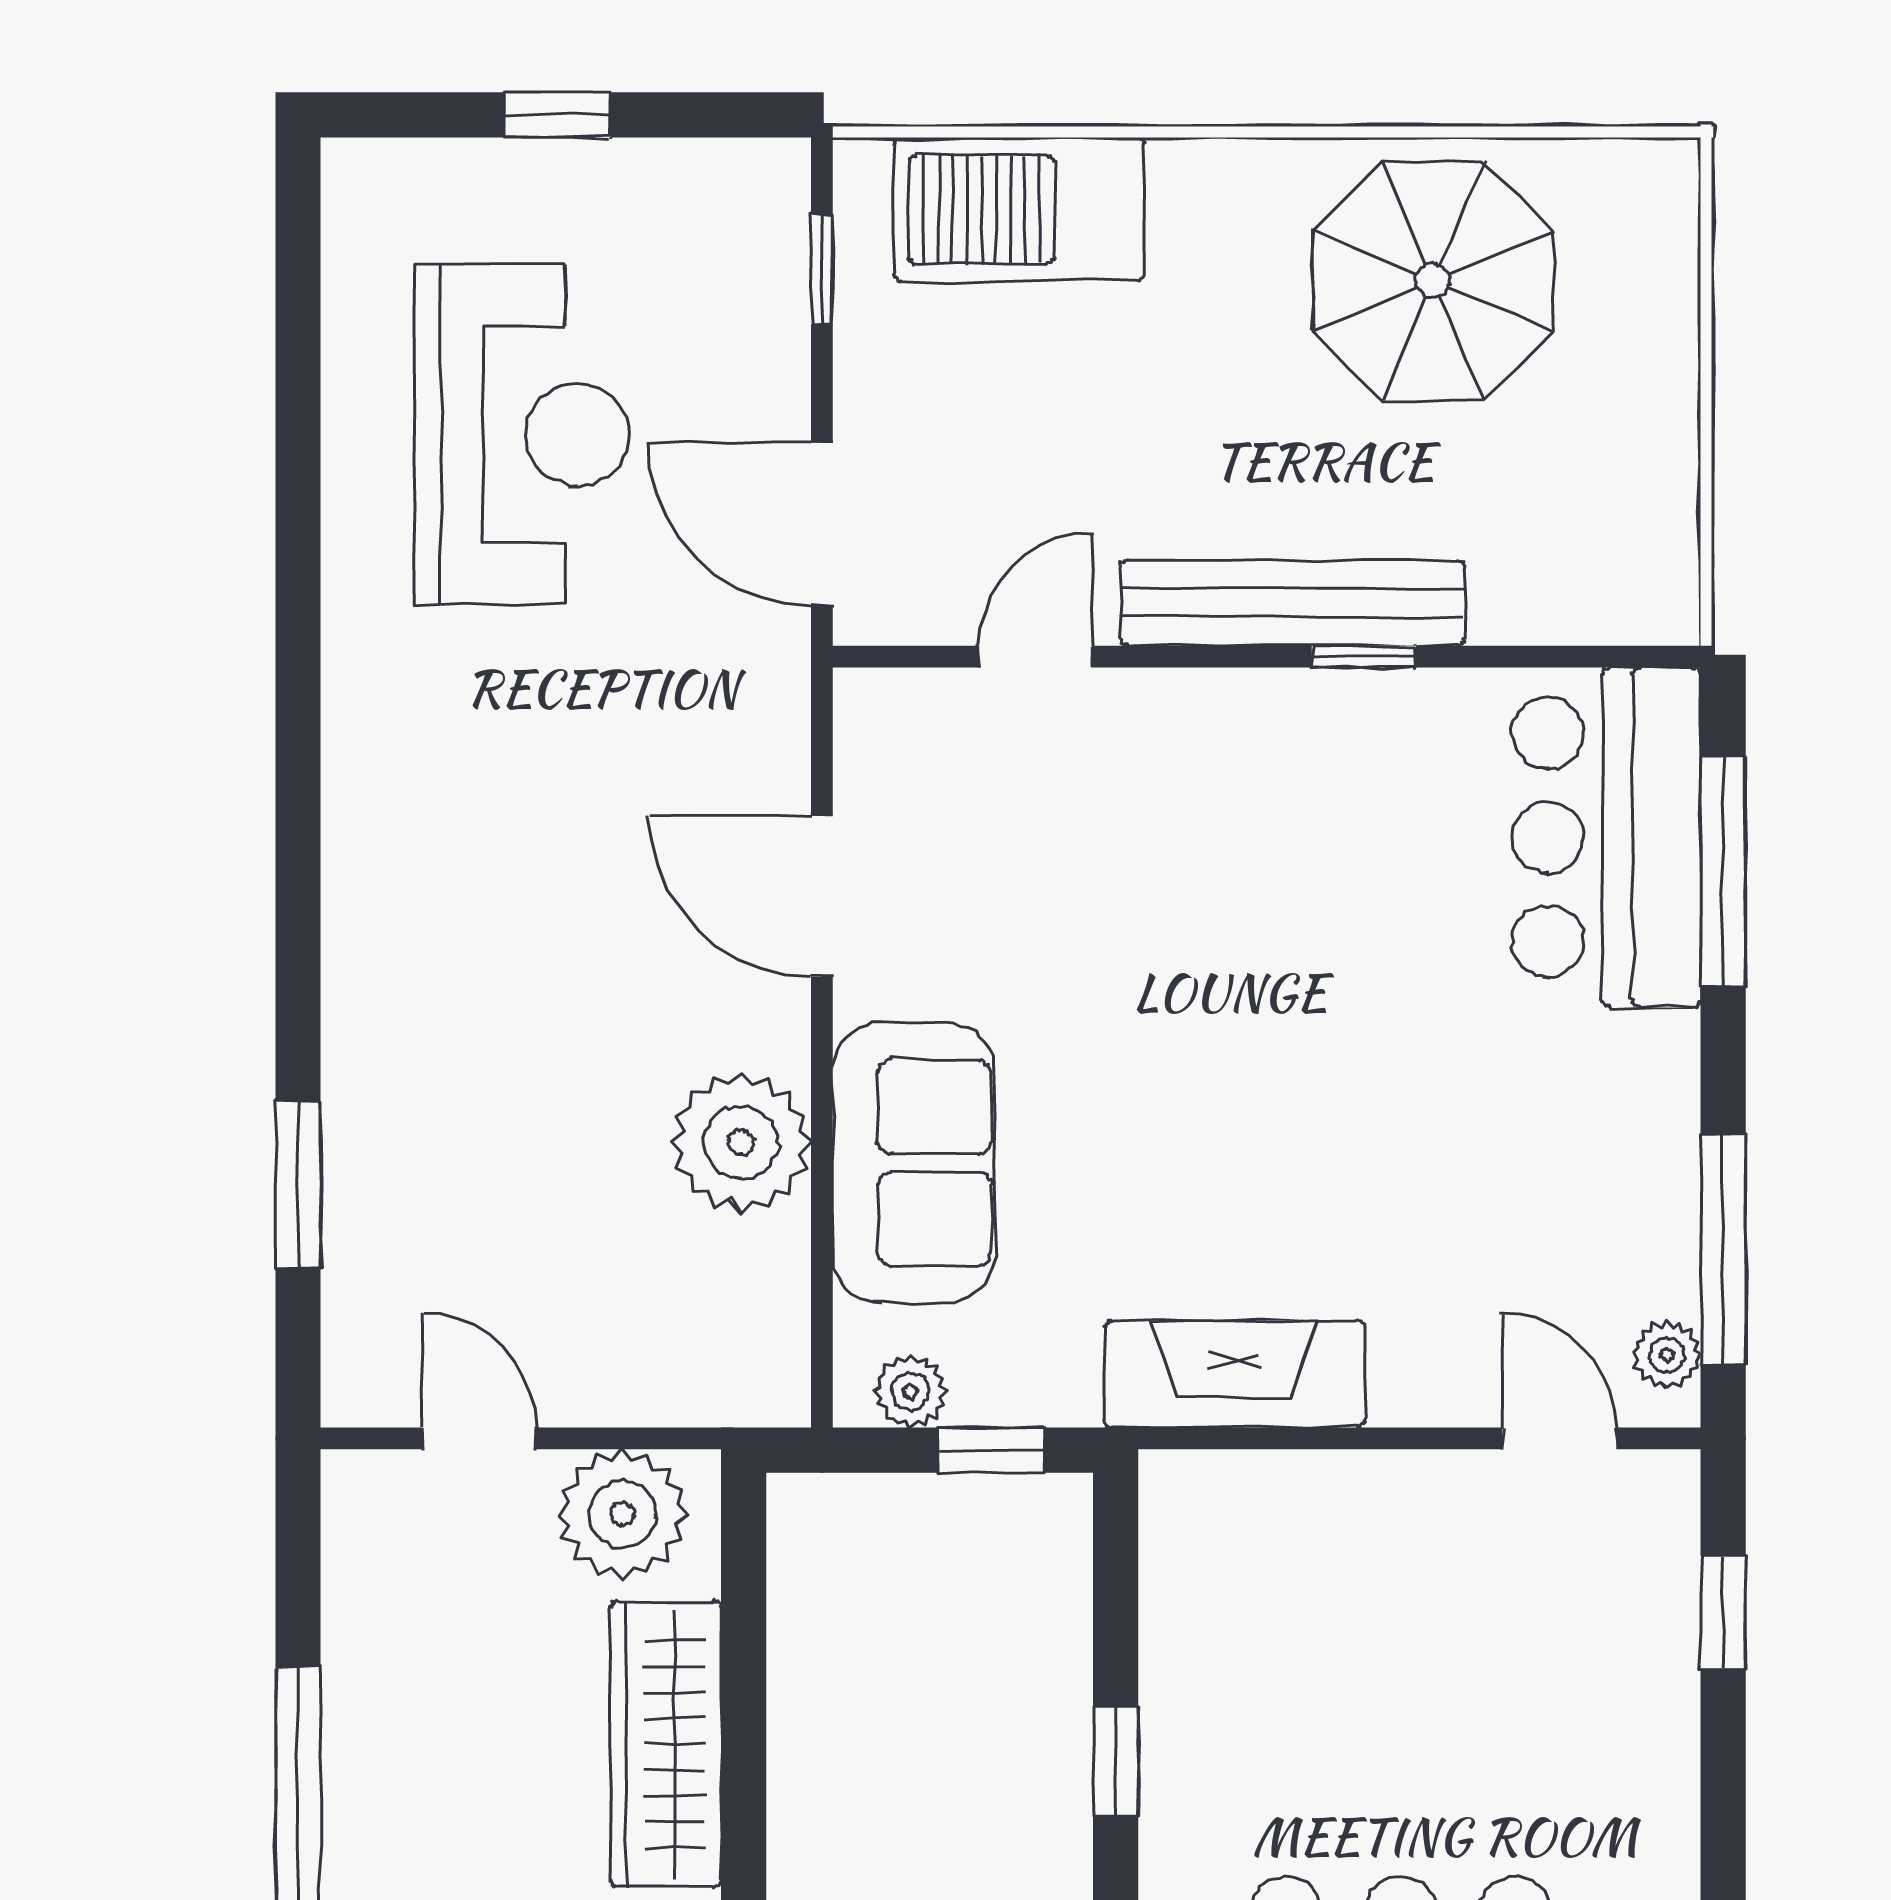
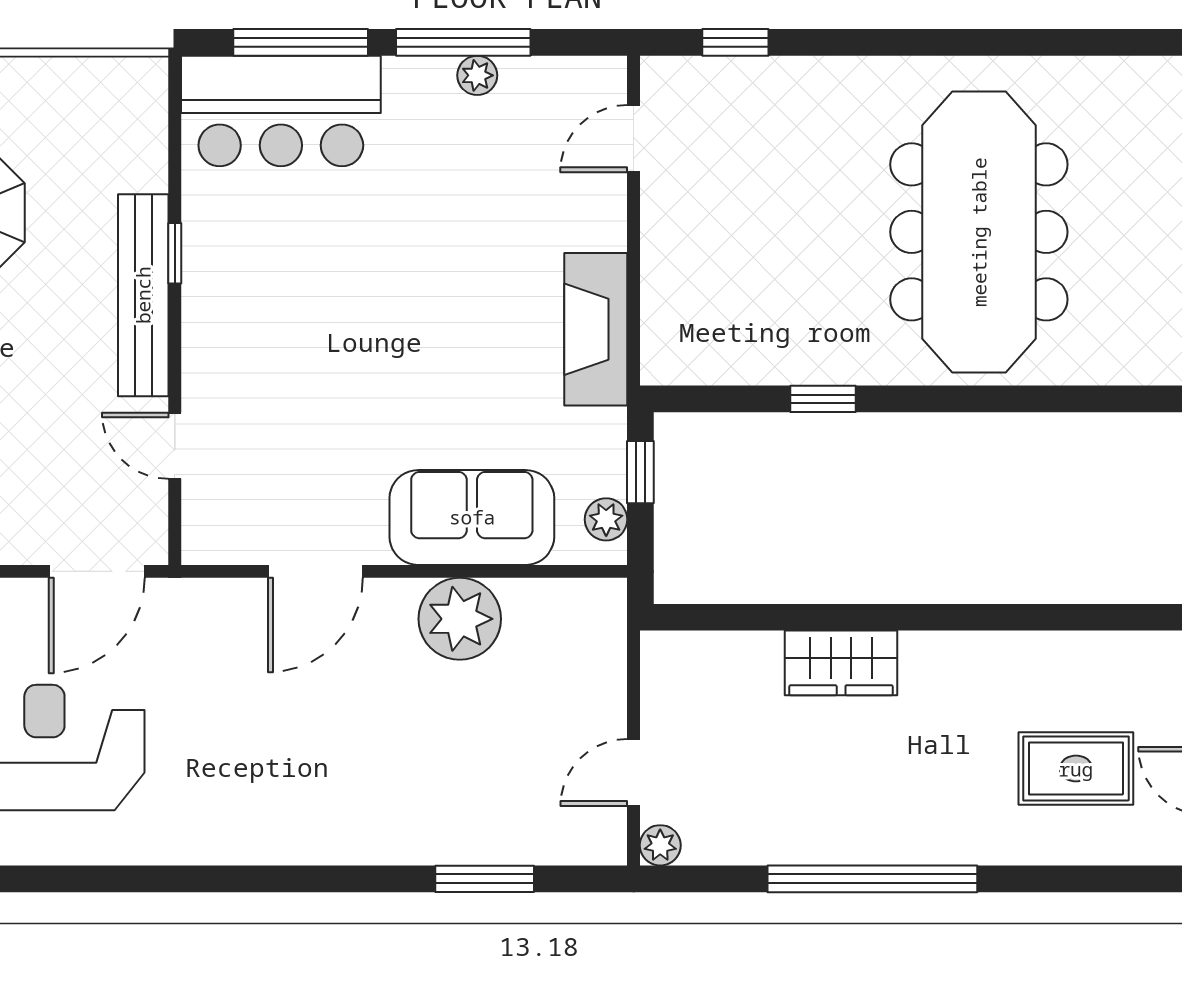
window: (1723, 1250) -> (463, 42), moved
plant: (1667, 1355) -> (477, 75), moved
plant: (622, 1514) -> (660, 845), moved, width x0.53, depth x0.53
wardrobe: (666, 1744) -> (841, 663), width x0.67

